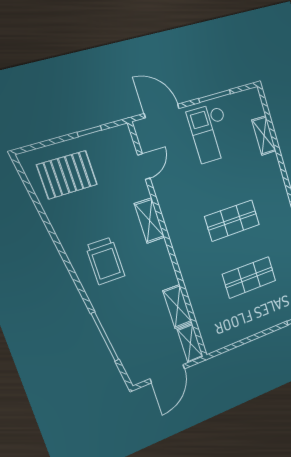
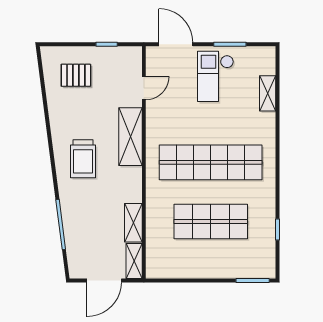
pallet: (67, 175) -> (76, 75), width x0.67, depth x0.71
shelving: (150, 220) -> (130, 137), width x1.50, depth x1.33
shop shelf: (232, 221) -> (211, 162), width x2.00, depth x1.36
shop shelf: (249, 277) -> (211, 221), width x1.43, depth x1.36

